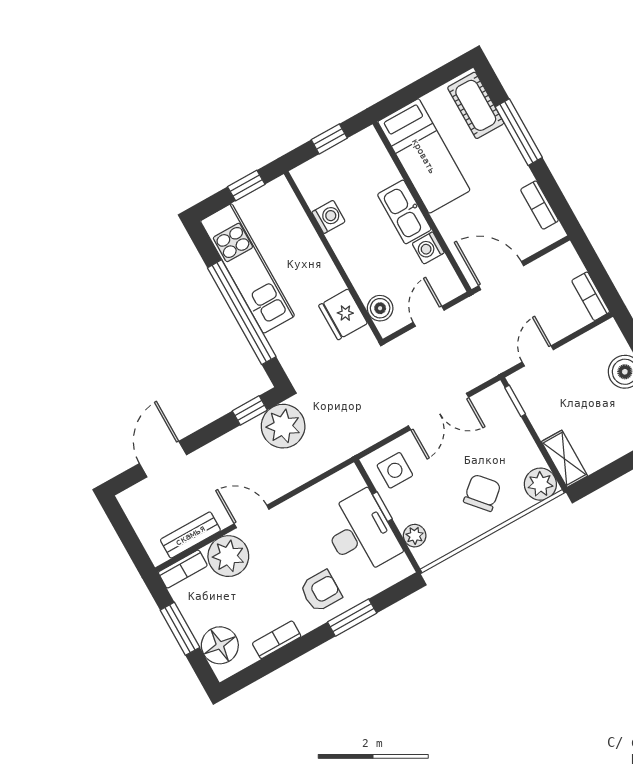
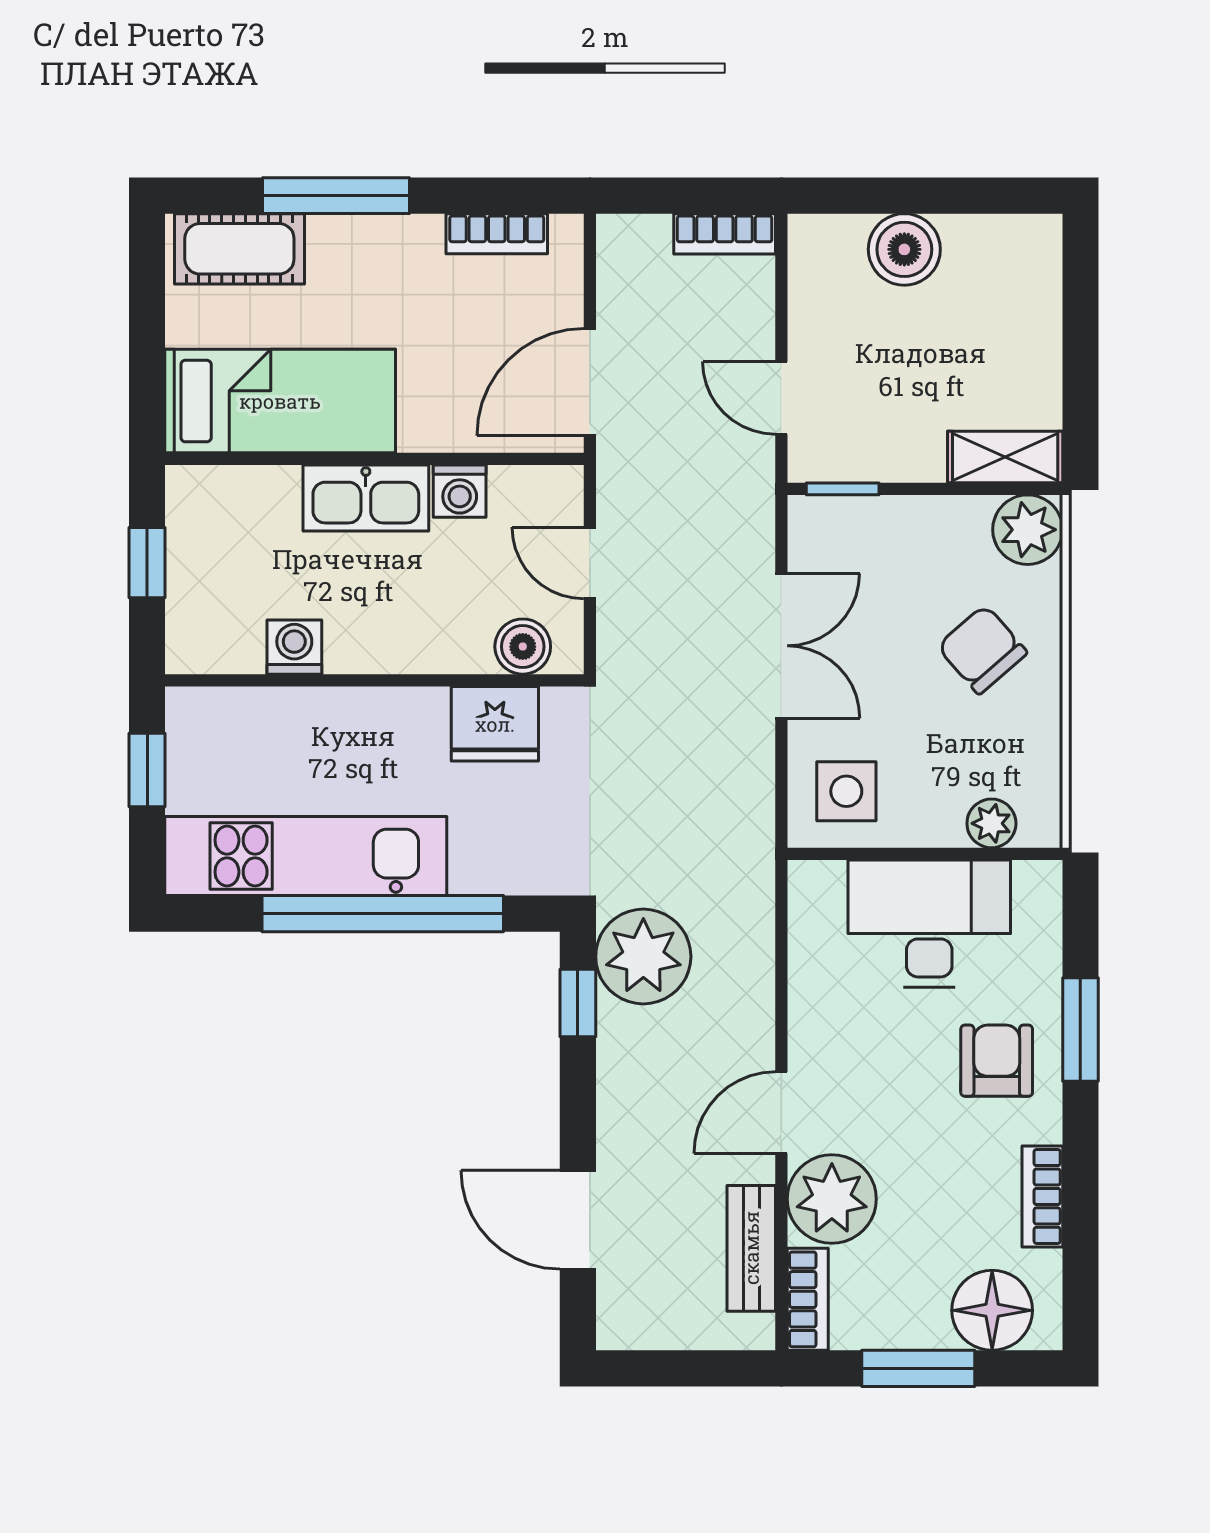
window: (382, 507) -> (902, 854), removed

